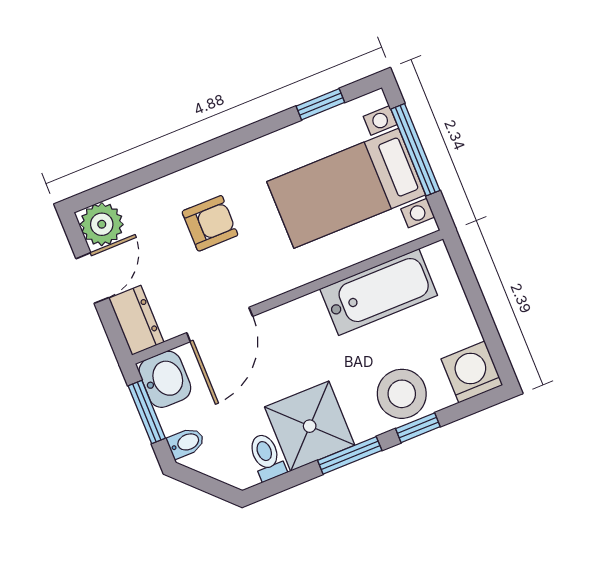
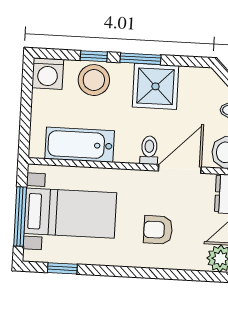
toilet: (267, 457) -> (149, 150), moved, turned 180

